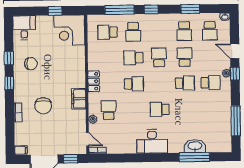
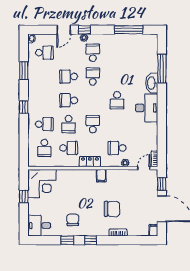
window: (120, 10) -> (24, 137), removed
school desk: (184, 31) -> (69, 148), moved
filing cabinet: (79, 99) -> (101, 176), width x0.50
washbasin: (195, 146) -> (152, 83), moved

